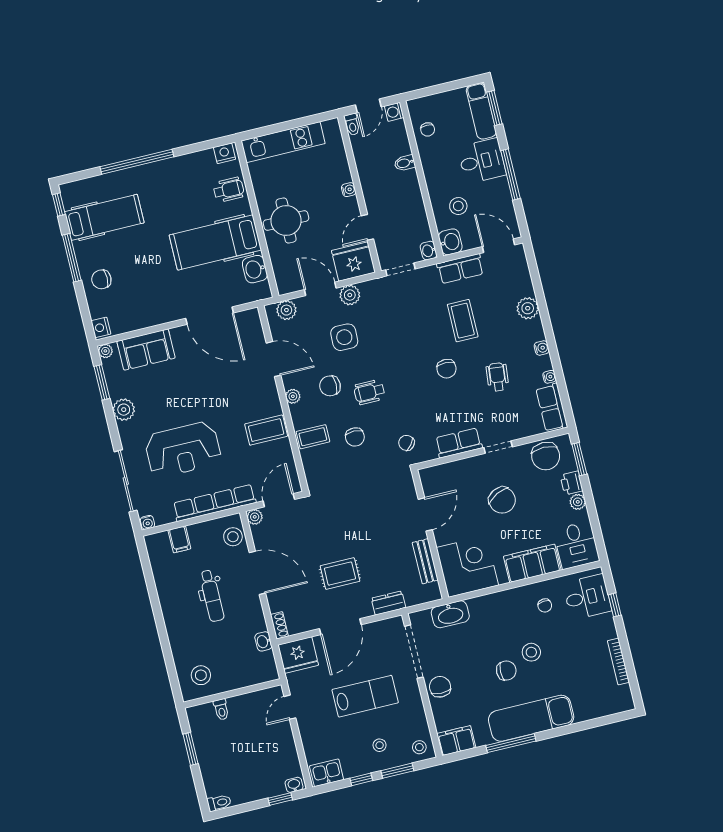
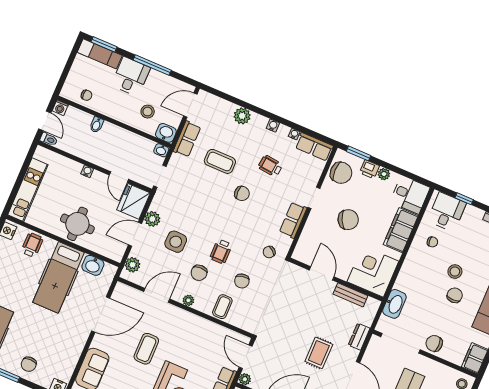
coffee table: (266, 430) -> (146, 349), moved
chair: (355, 437) -> (242, 281), turned 78

